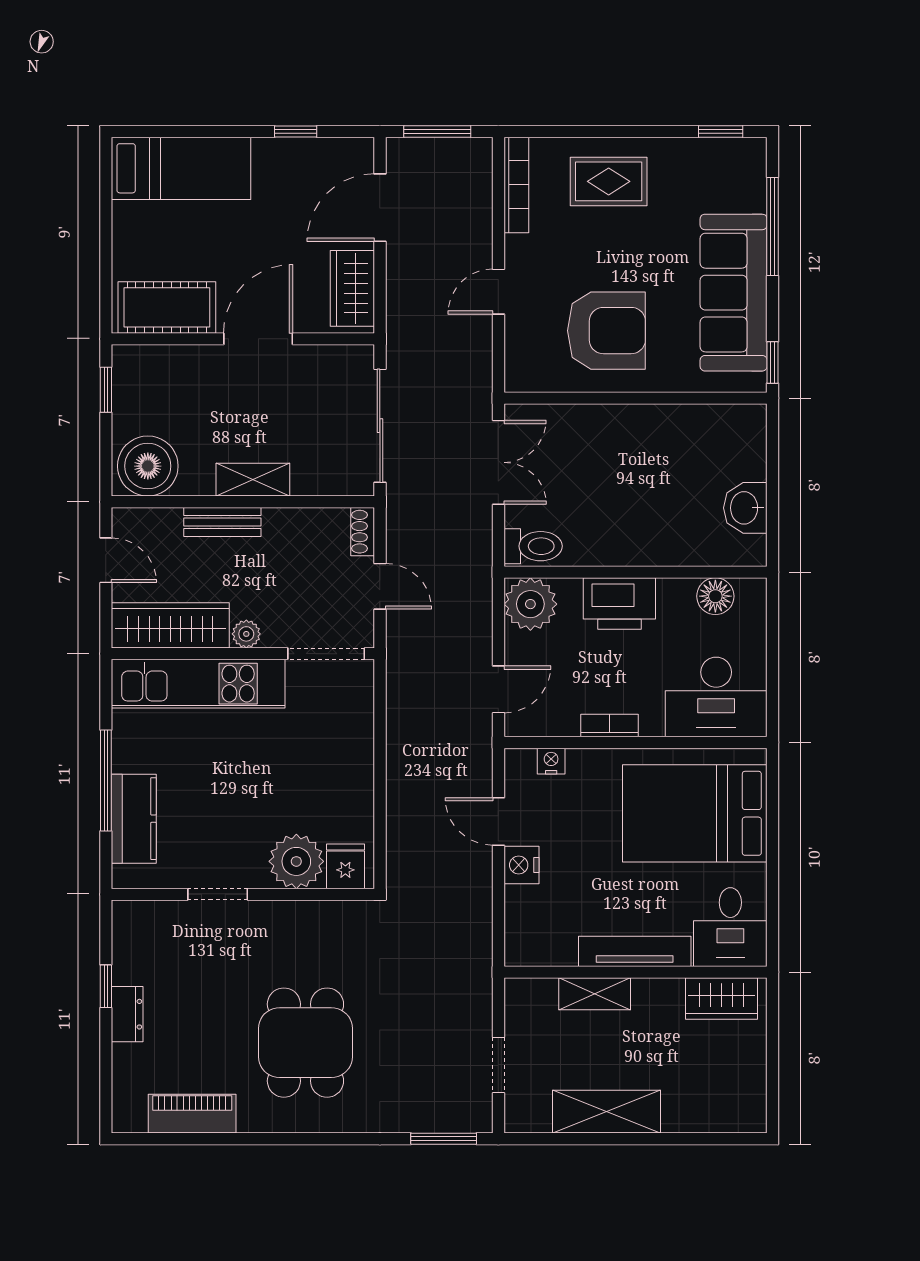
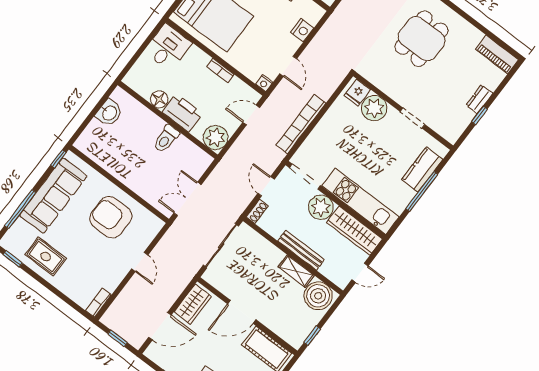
window: (437, 131) -> (117, 338), width x0.67
rug: (609, 181) -> (46, 257), moved
bookcase: (516, 185) -> (98, 303), width x0.64
door: (498, 292) -> (140, 262), hinge flipped
shelving: (253, 480) -> (296, 271), moved
bench: (222, 522) -> (301, 250), width x1.36
toilet: (533, 546) -> (166, 139), moved, turned -90
door: (106, 560) -> (360, 273), swing flipped
floor lamp: (715, 596) -> (159, 99), moved
plant: (246, 634) -> (321, 207), width x1.88, depth x1.88
desk: (716, 697) -> (168, 47), width x0.73
bookcase: (401, 739) -> (301, 124), added
nightstand: (551, 761) -> (264, 83), moved
nightstand: (521, 865) -> (302, 30), moved
piano: (192, 1114) -> (497, 55), moved

